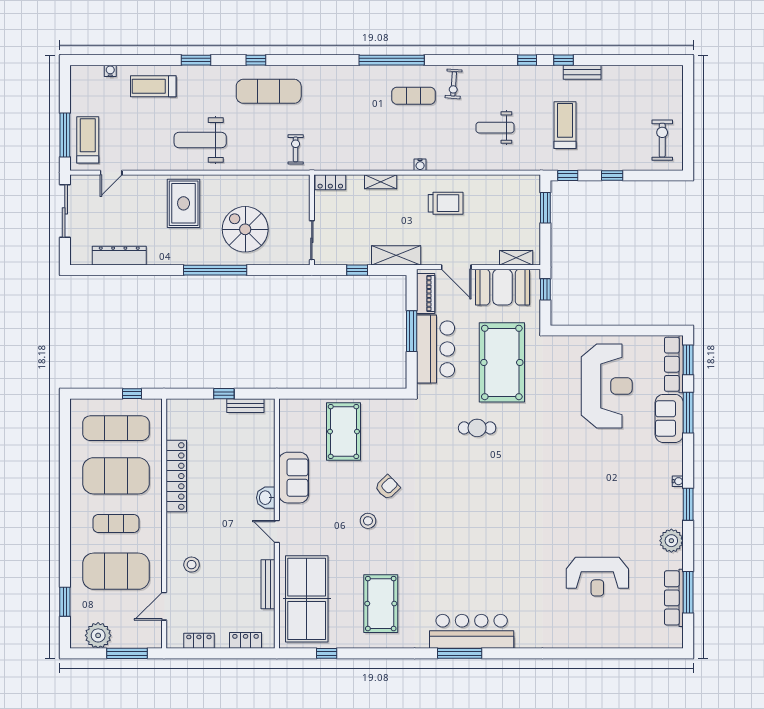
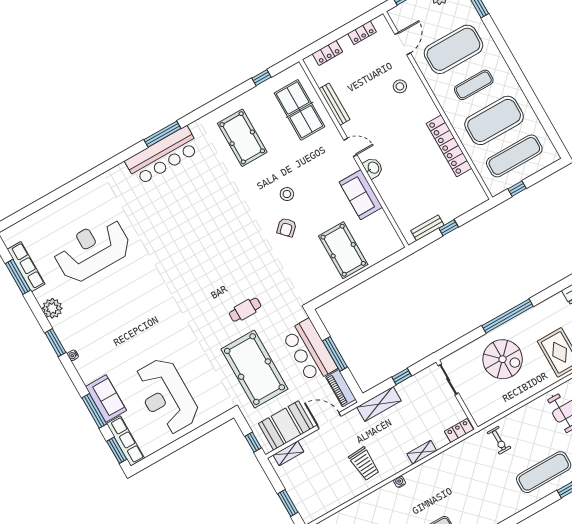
trolley: (446, 203) -> (364, 464), turned -94
reception desk: (597, 577) -> (92, 250), width x1.36, depth x1.30
table tennis table: (307, 599) -> (299, 110), width x0.73, depth x0.76

